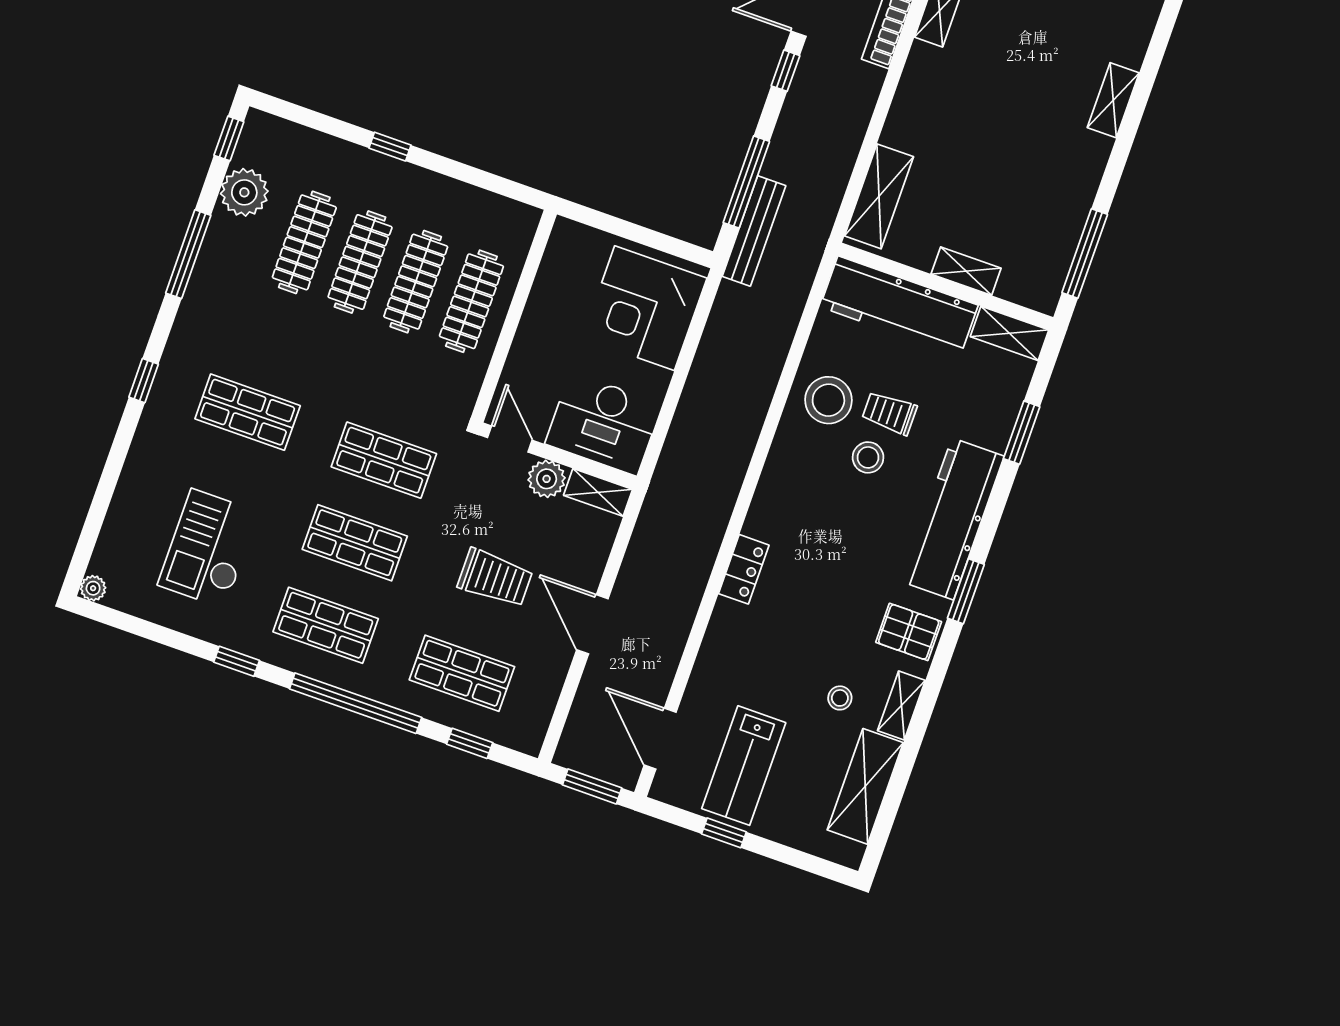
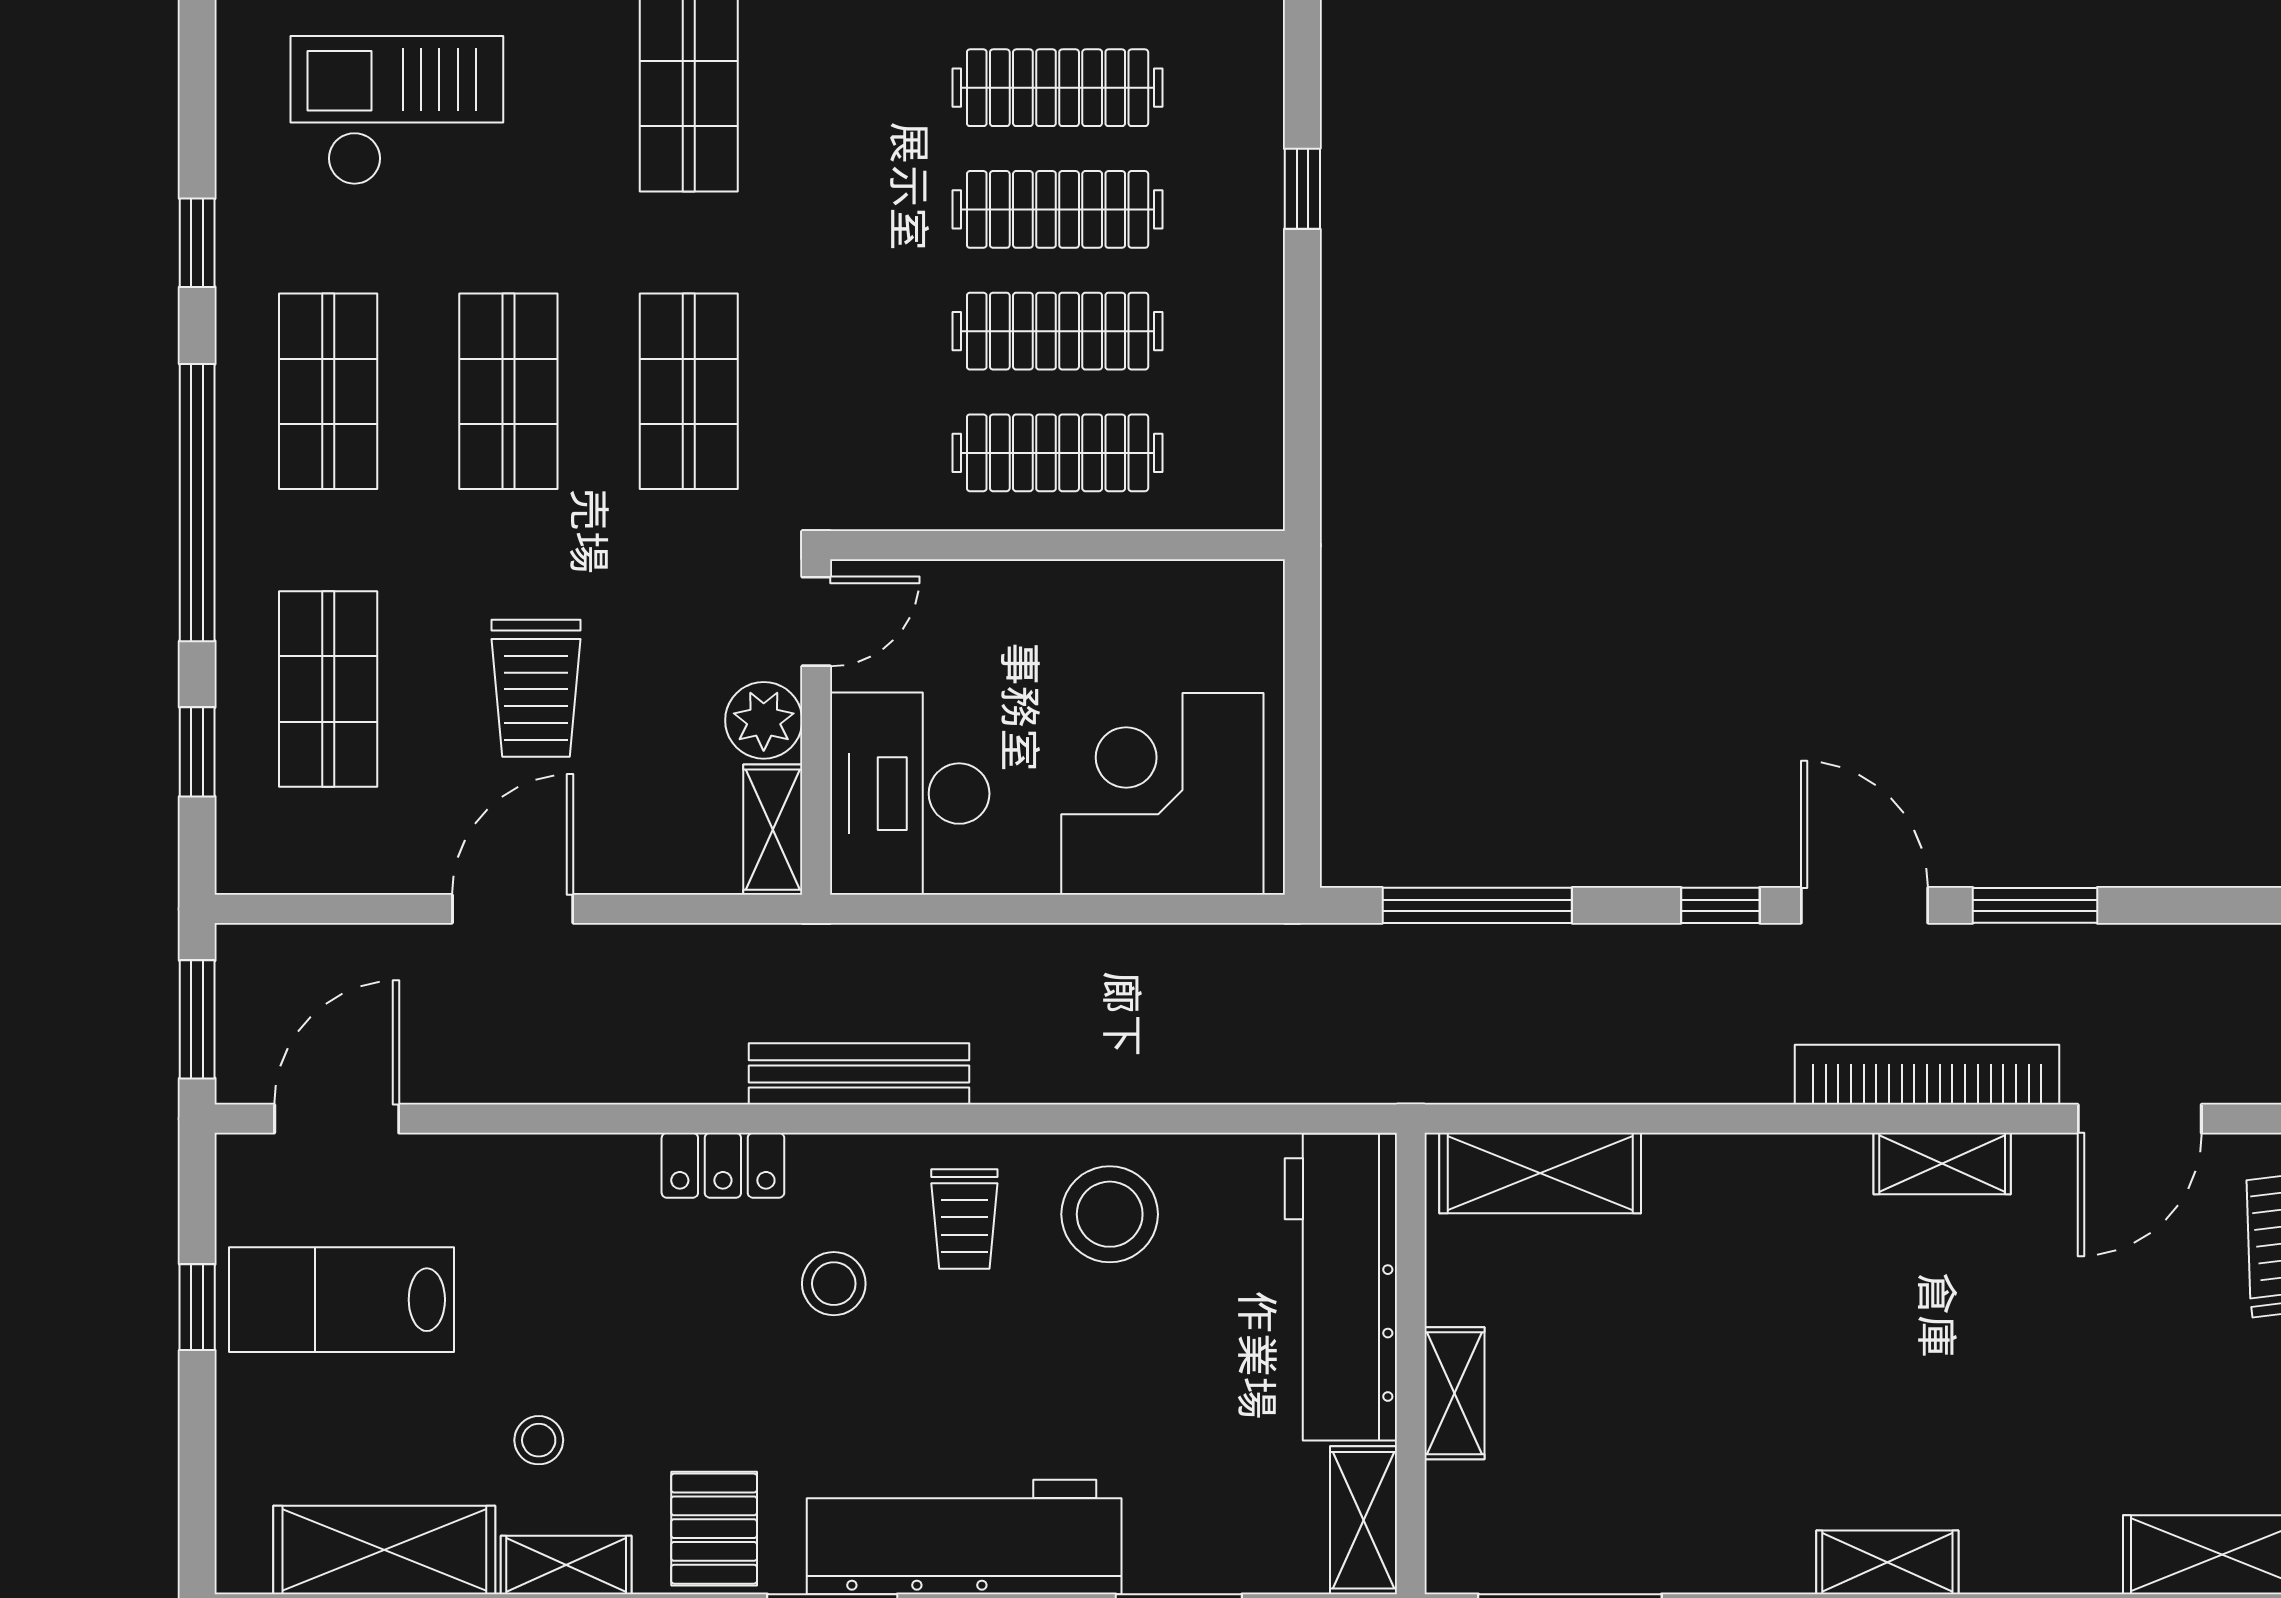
bench: (754, 231) -> (859, 1074), moved
trolley: (889, 413) -> (964, 1219), moved, turned 180
stool: (868, 457) -> (834, 1284), moved

